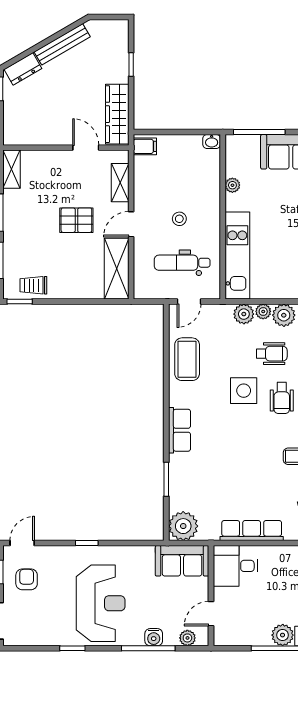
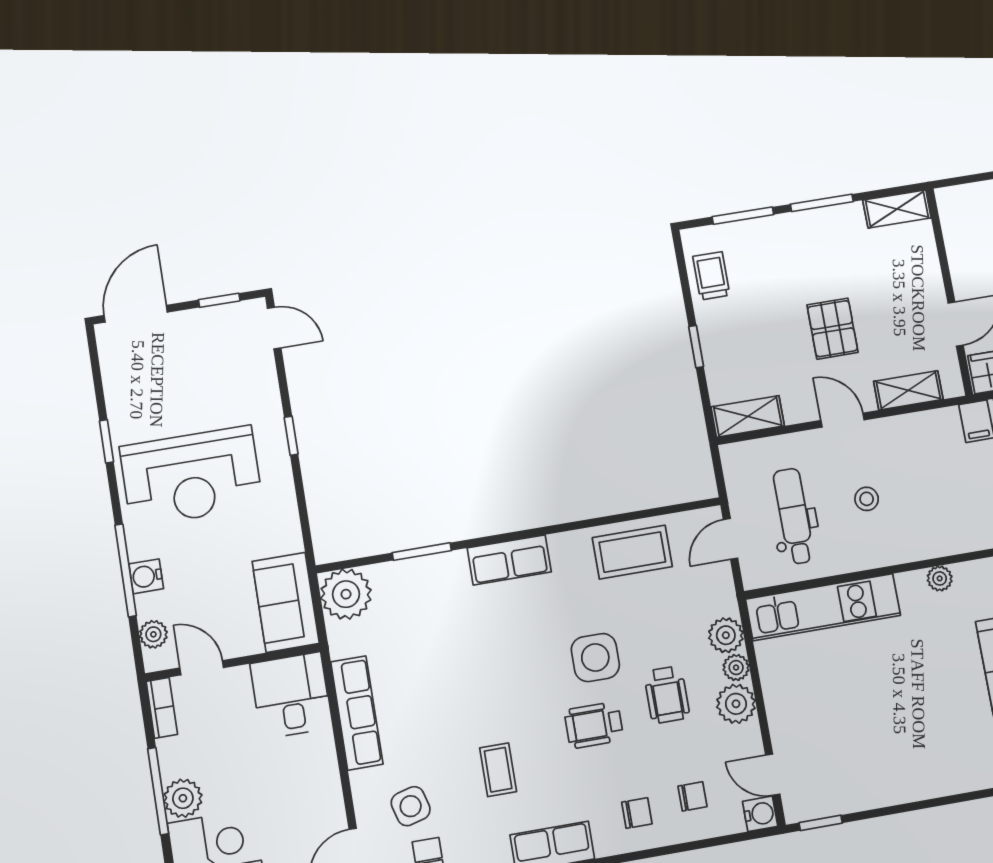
shelving: (117, 269) -> (748, 416), width x0.67, depth x0.75
window: (20, 302) -> (696, 347), moved
door: (189, 302) -> (731, 539), hinge flipped
armchair: (27, 579) -> (213, 345), removed
bookcase: (230, 639) -> (162, 708), added

